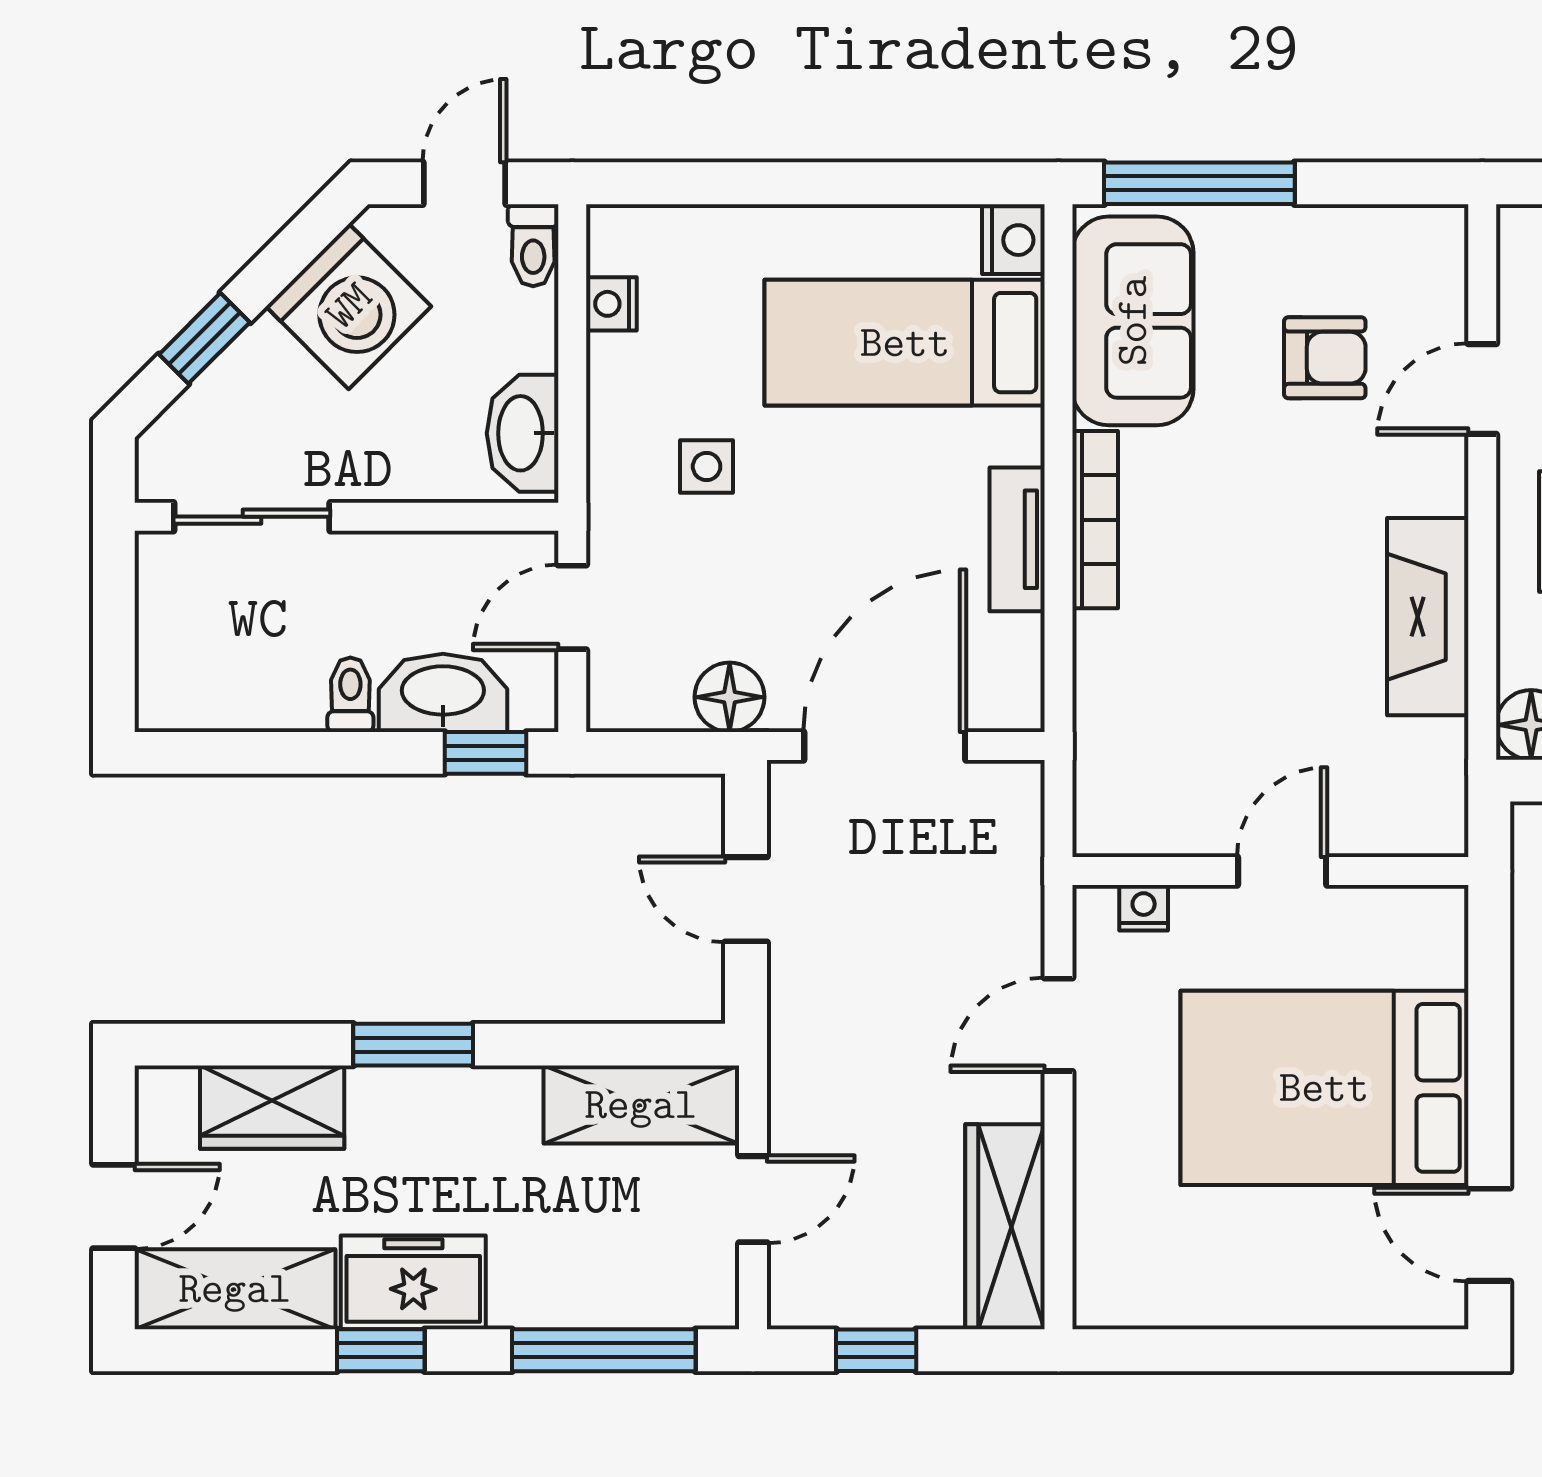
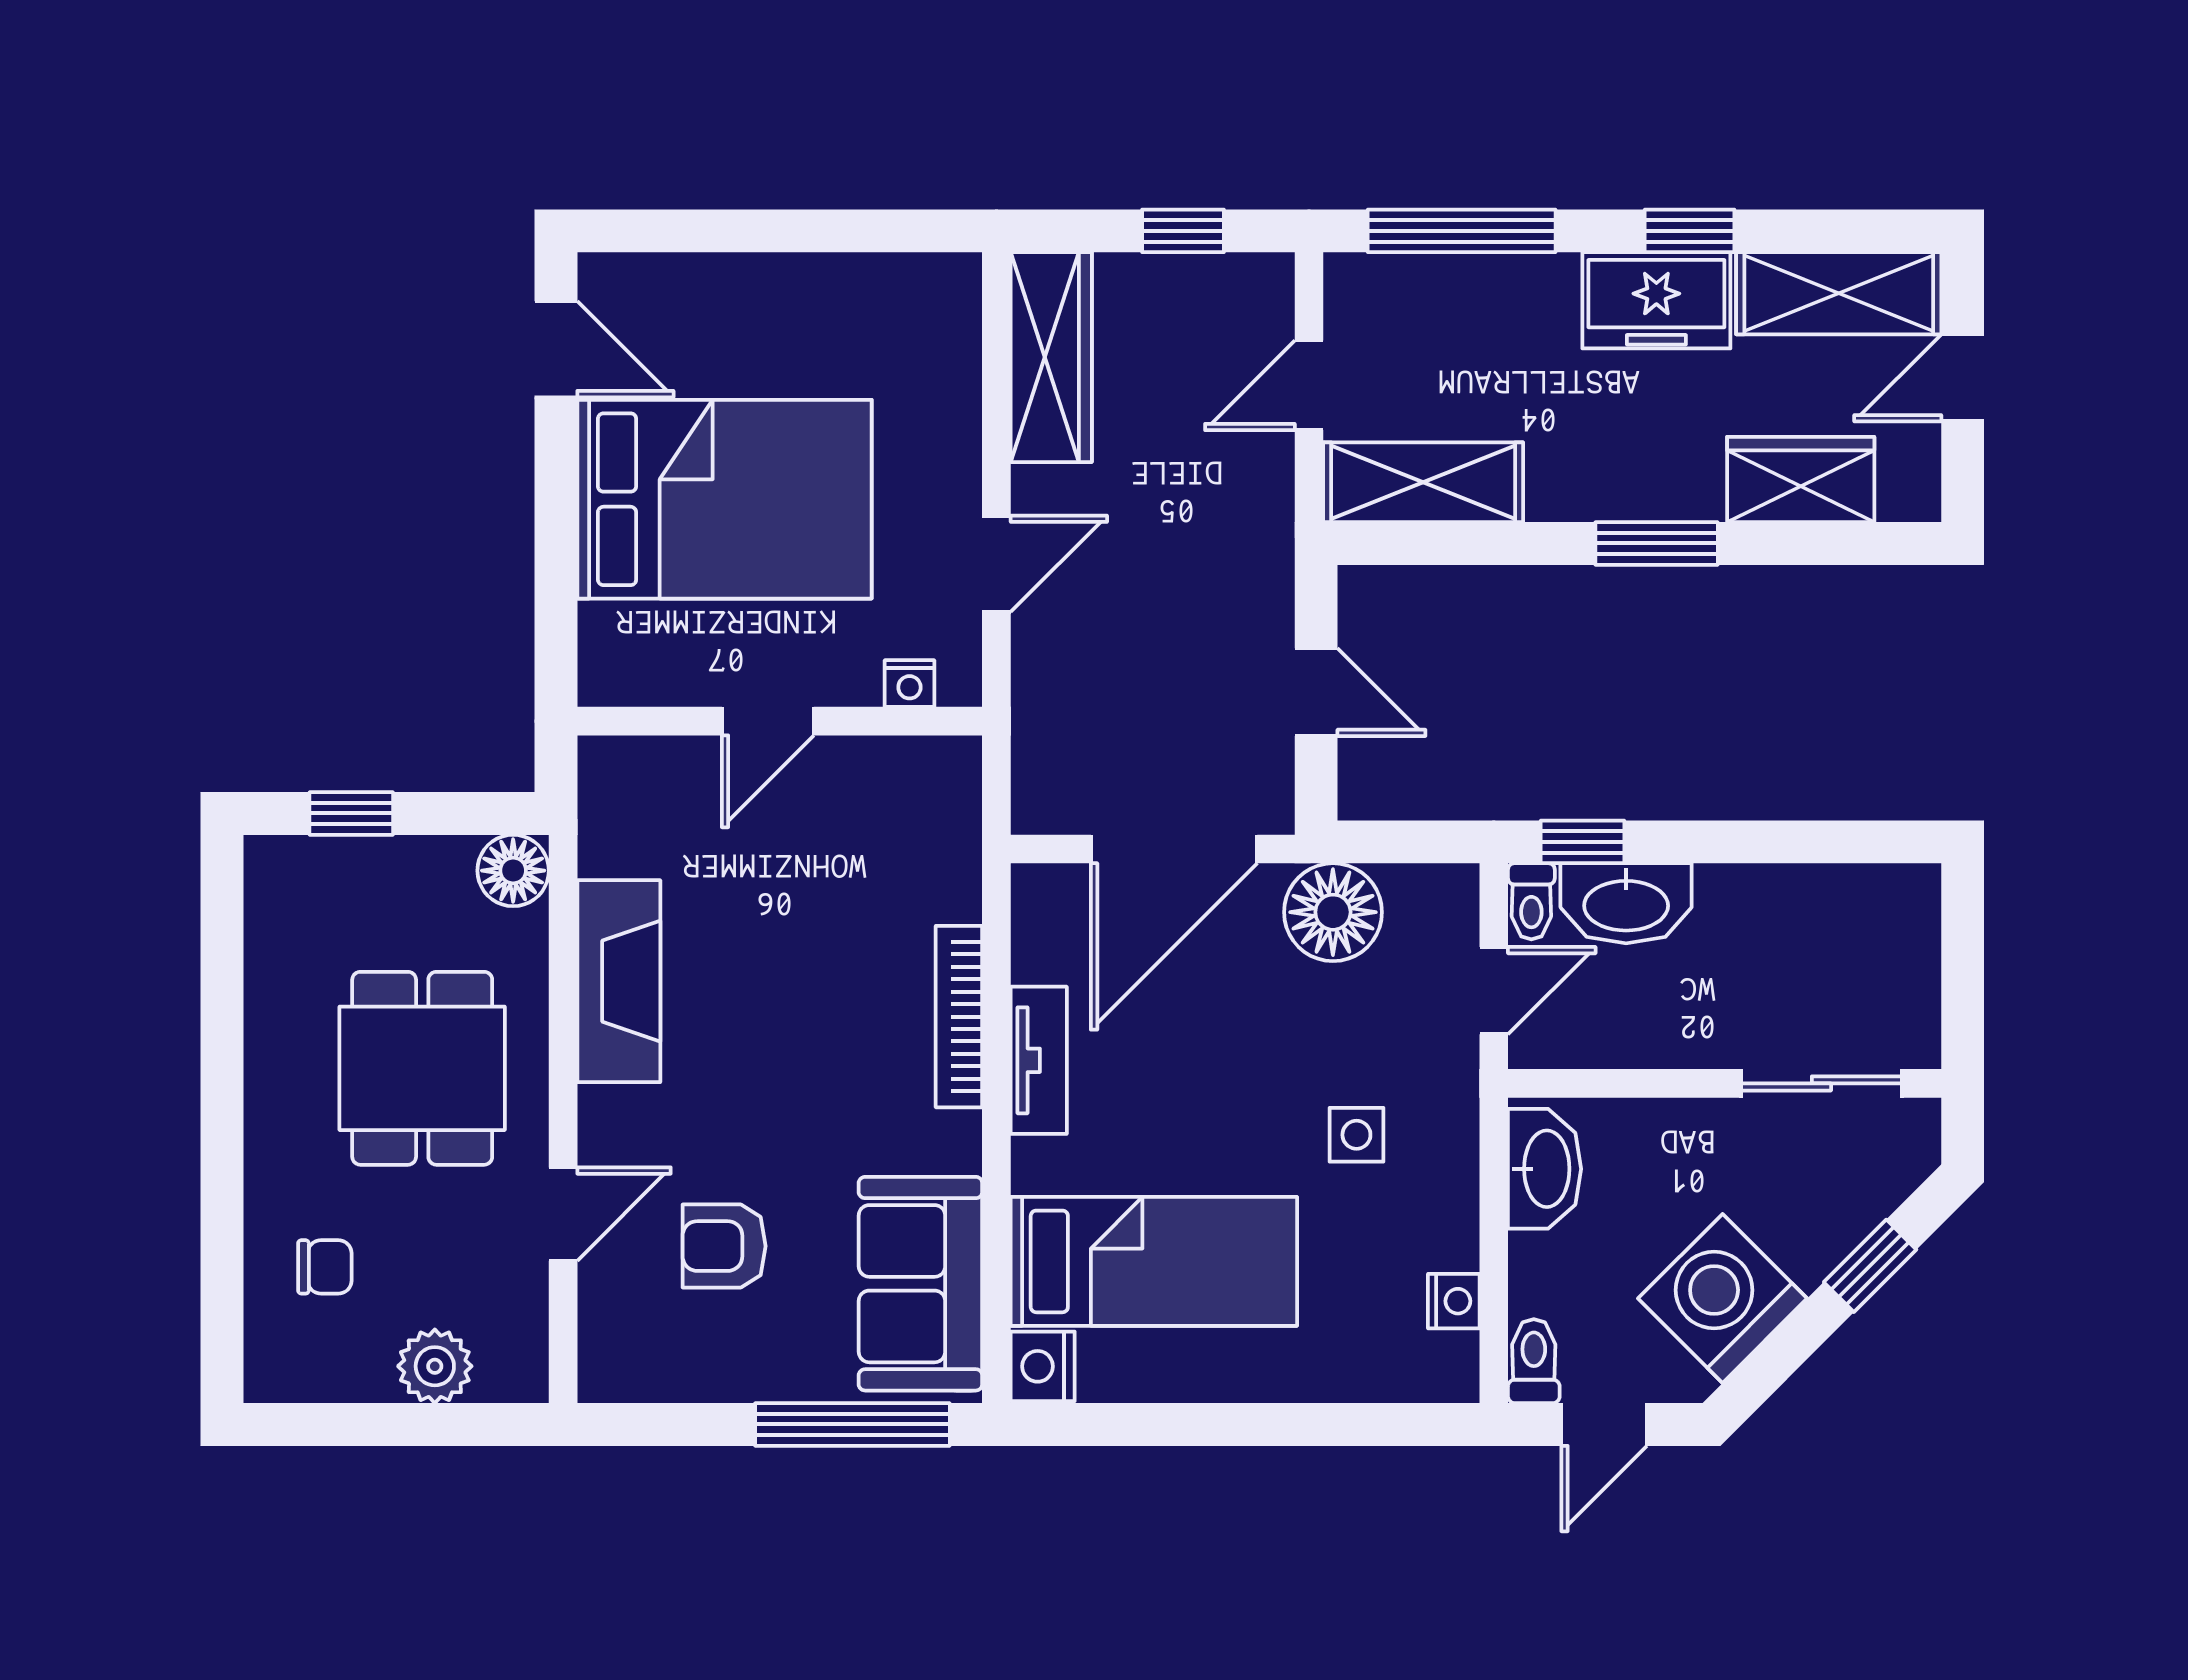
bookcase: (1095, 520) -> (959, 1017), moved
toilet: (350, 695) -> (1531, 901), moved
floor lamp: (730, 697) -> (1333, 912), width x1.38, depth x1.38

